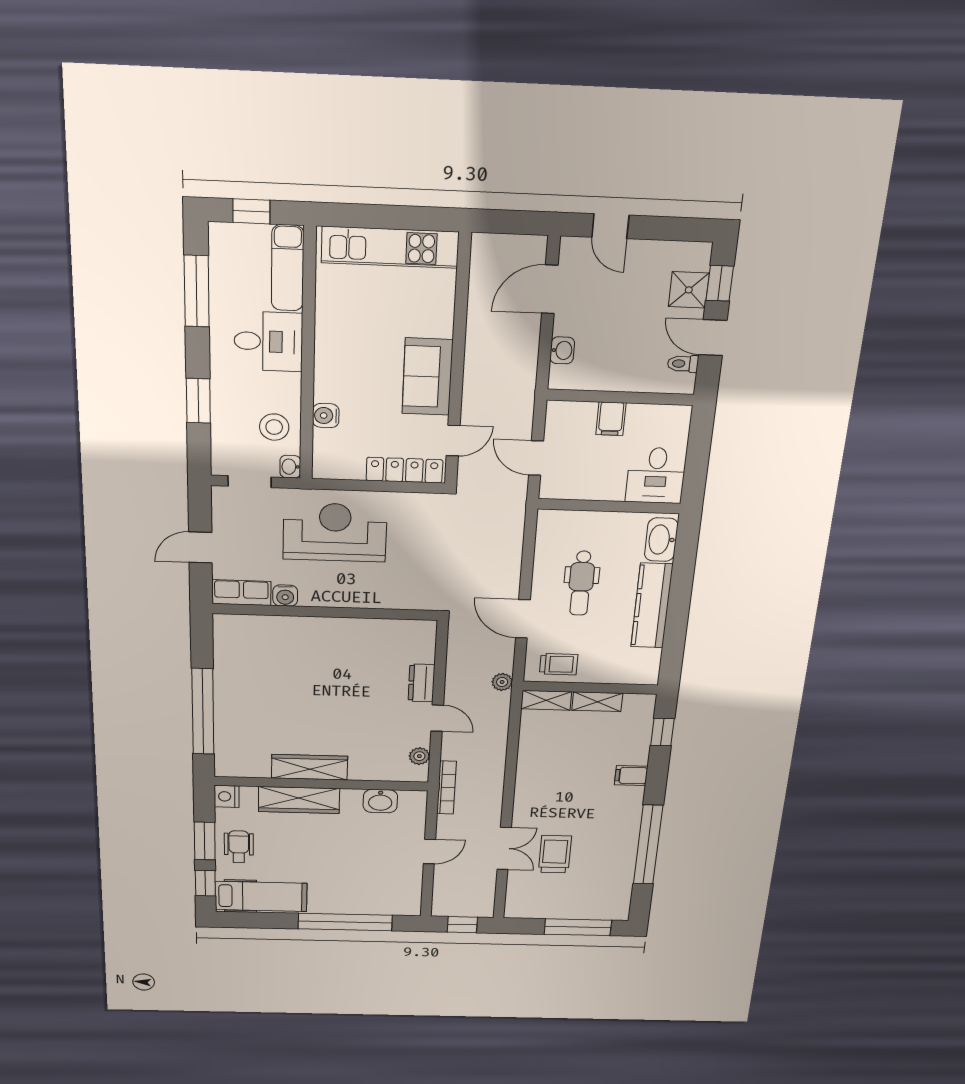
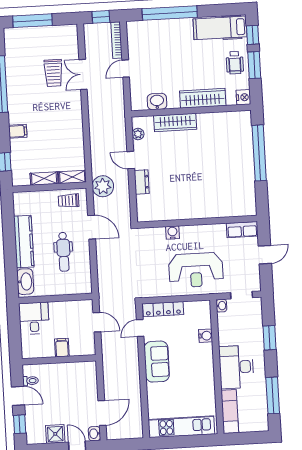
window: (251, 211) -> (249, 438), removed
shower: (689, 290) -> (55, 434), moved
desk: (268, 341) -> (236, 367), width x1.37
washbasin: (562, 350) -> (94, 434), moved
stool: (274, 427) -> (231, 327), removed
dental chair: (581, 583) -> (63, 252), turned 180
water cooler: (285, 596) -> (172, 233), moved
plant: (502, 682) -> (103, 186), width x1.87, depth x1.87
wardrobe: (310, 767) -> (175, 122), moved
bookcase: (447, 788) -> (117, 40), moved

